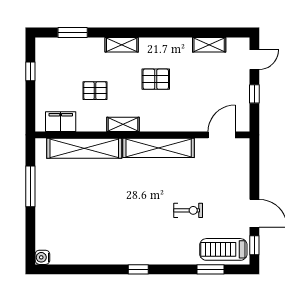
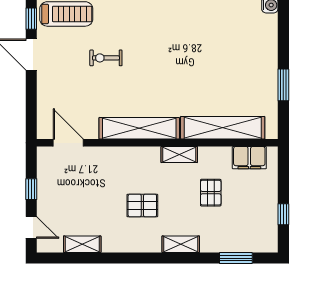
door: (254, 60) -> (31, 227), swing flipped
pallet: (95, 91) -> (211, 193), turned 90
door: (222, 135) -> (68, 143), swing flipped
window: (30, 186) -> (283, 85), width x0.69

